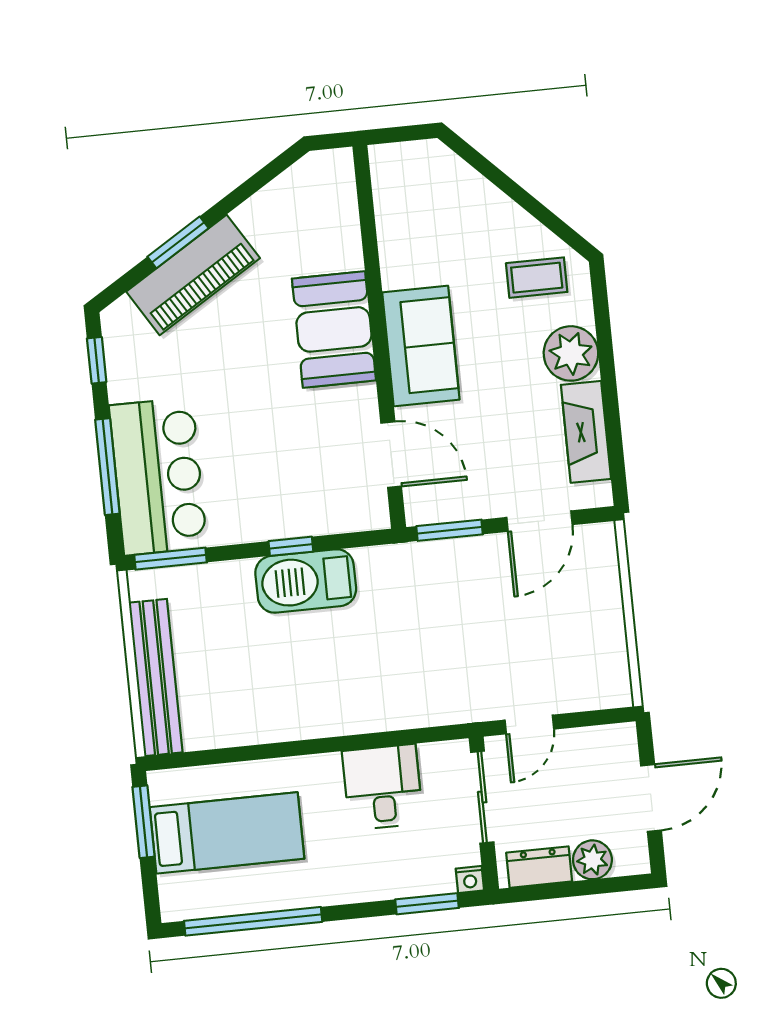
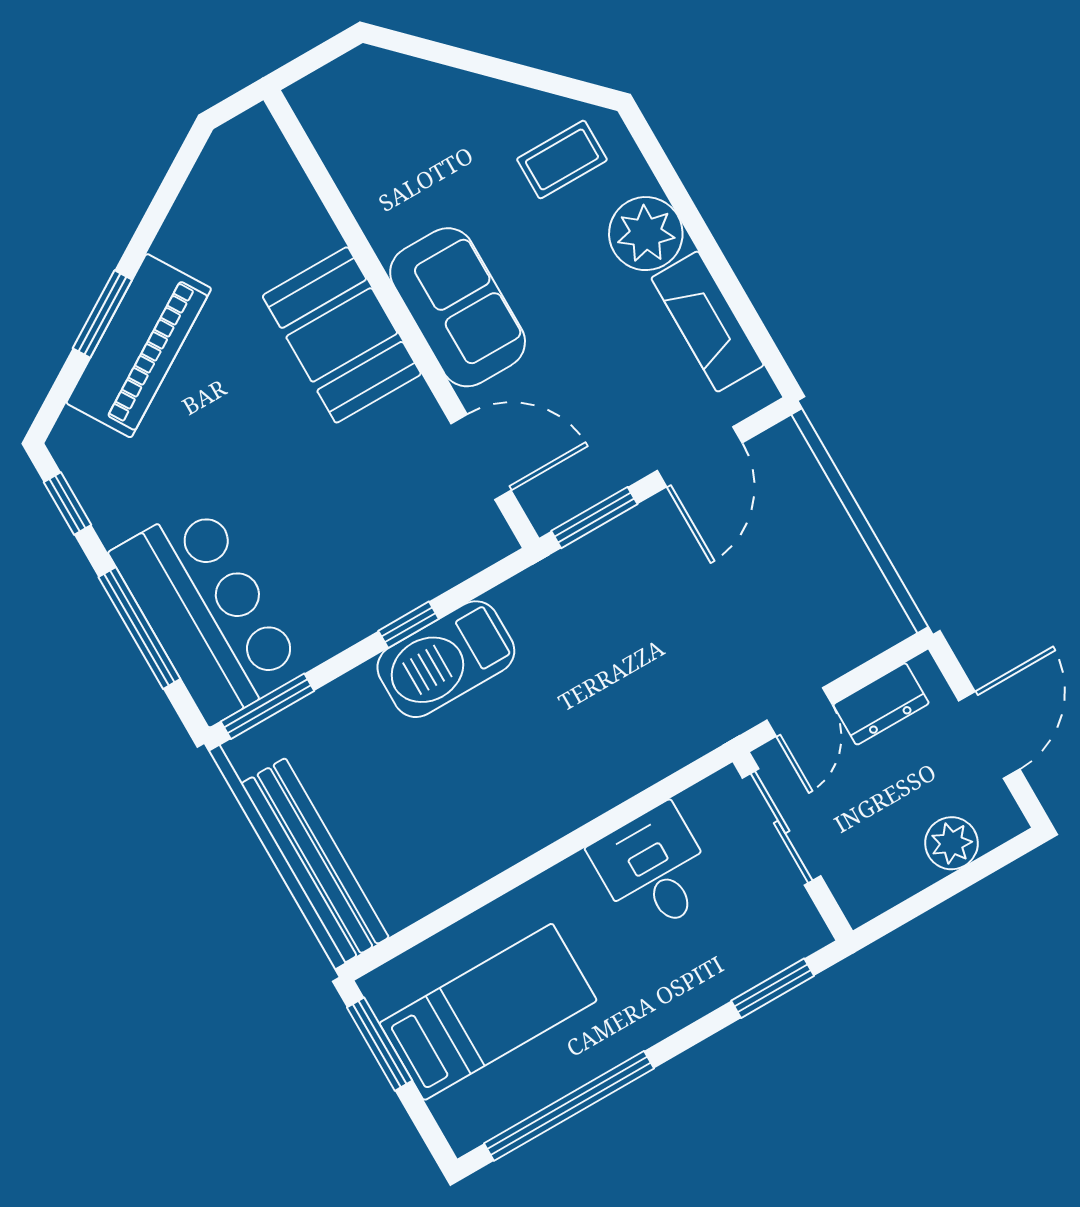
dresser: (539, 867) -> (881, 704), moved, turned 180
nightstand: (470, 879) -> (812, 935), removed

